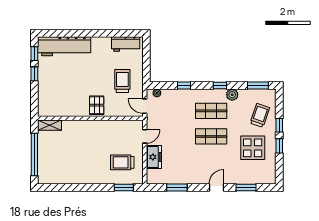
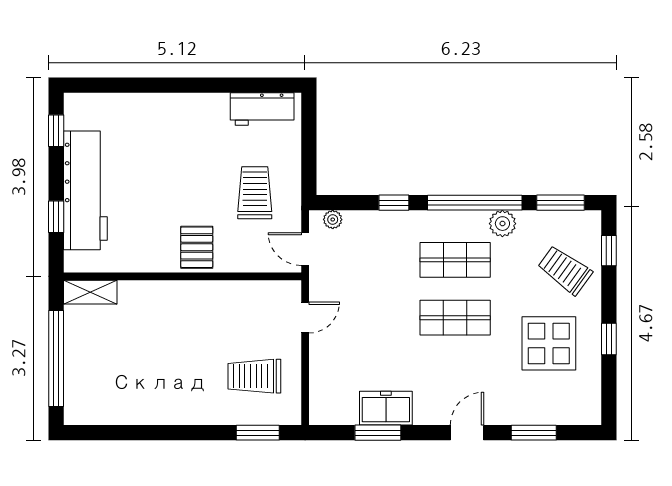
workbench: (64, 46) -> (85, 190), moved, turned -90
window: (34, 74) -> (56, 217), moved
window: (220, 85) -> (475, 203), width x3.17
trolley: (260, 115) -> (565, 270), turned -73
window: (279, 125) -> (609, 251), moved
freezer: (154, 157) -> (386, 408), moved, turned -90

